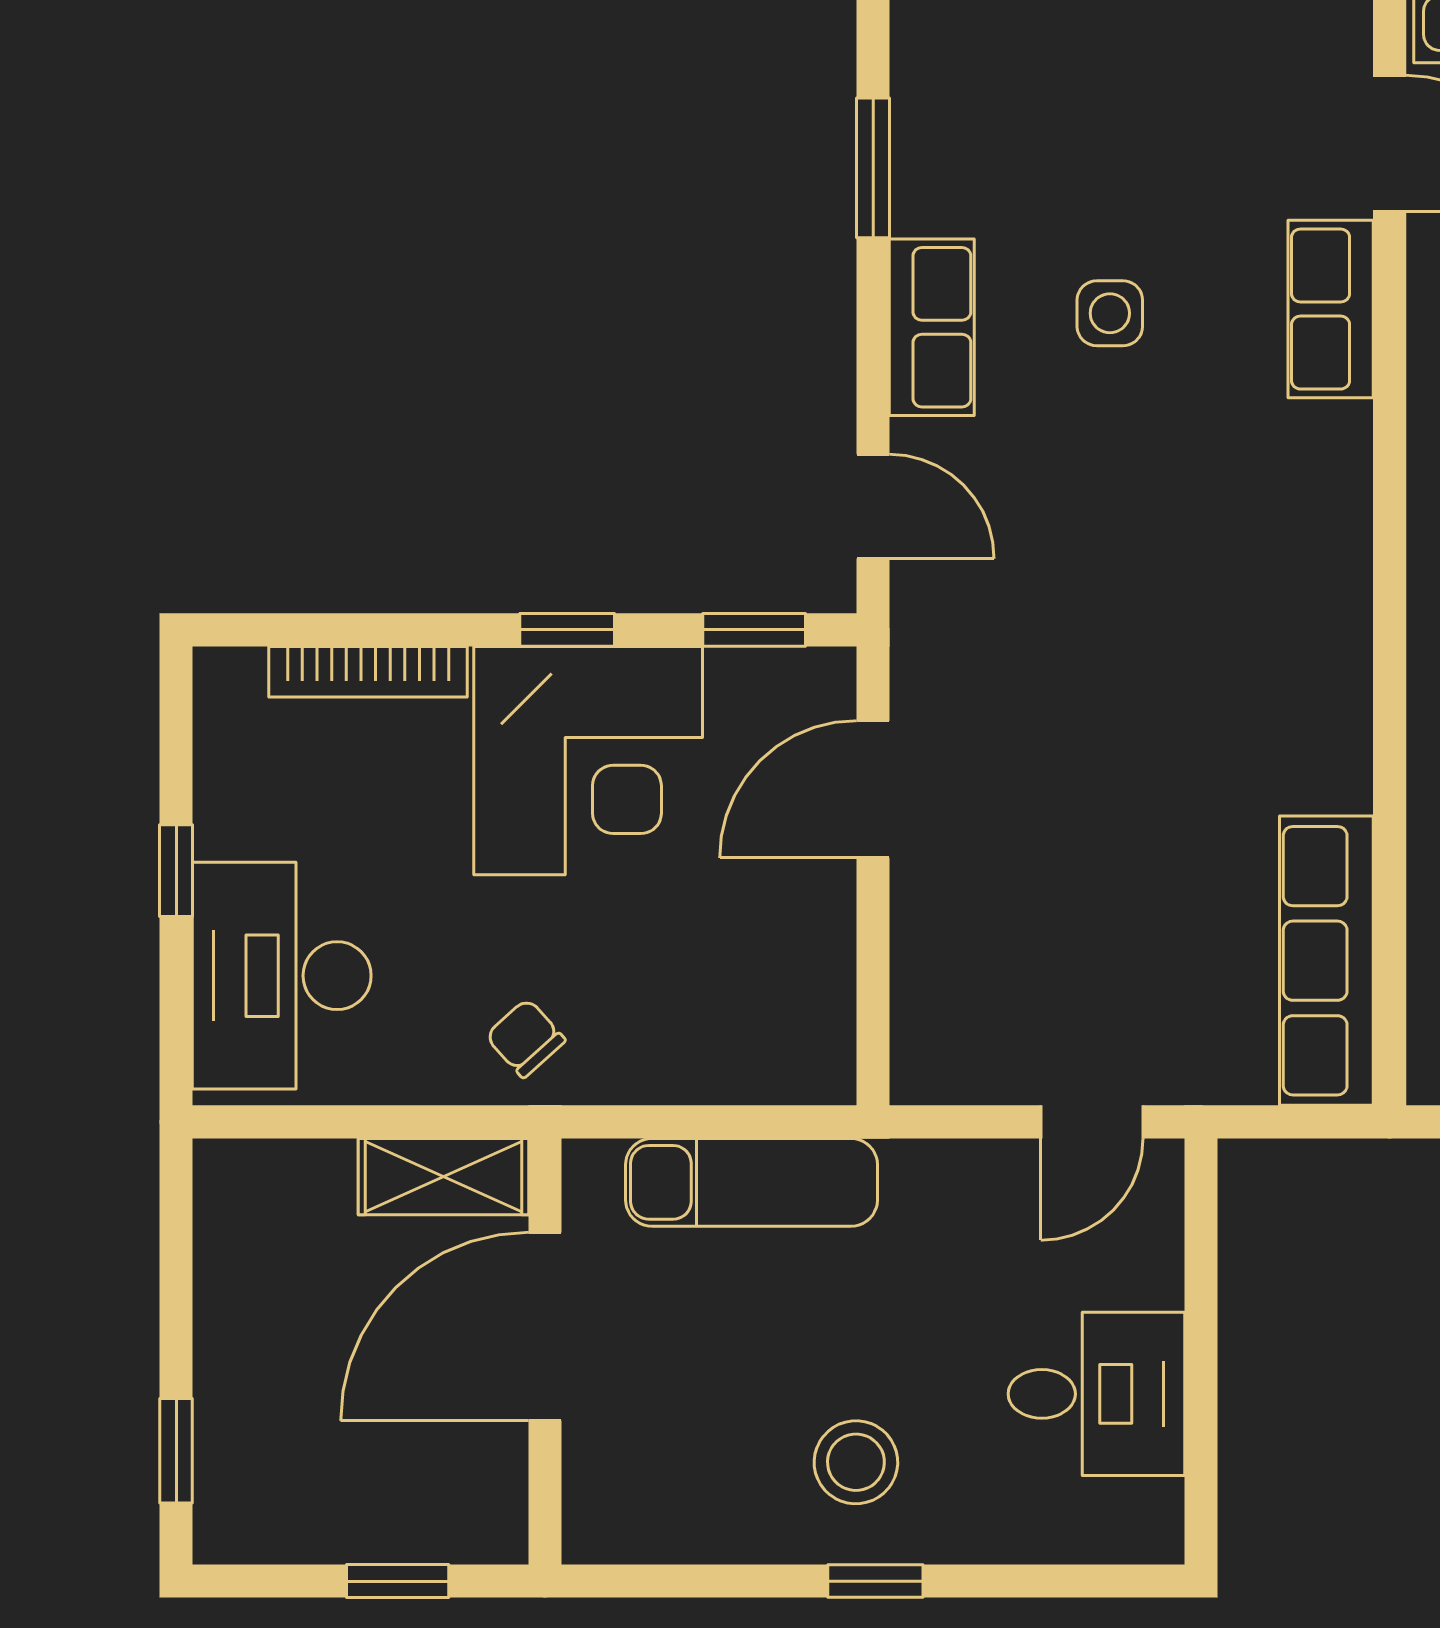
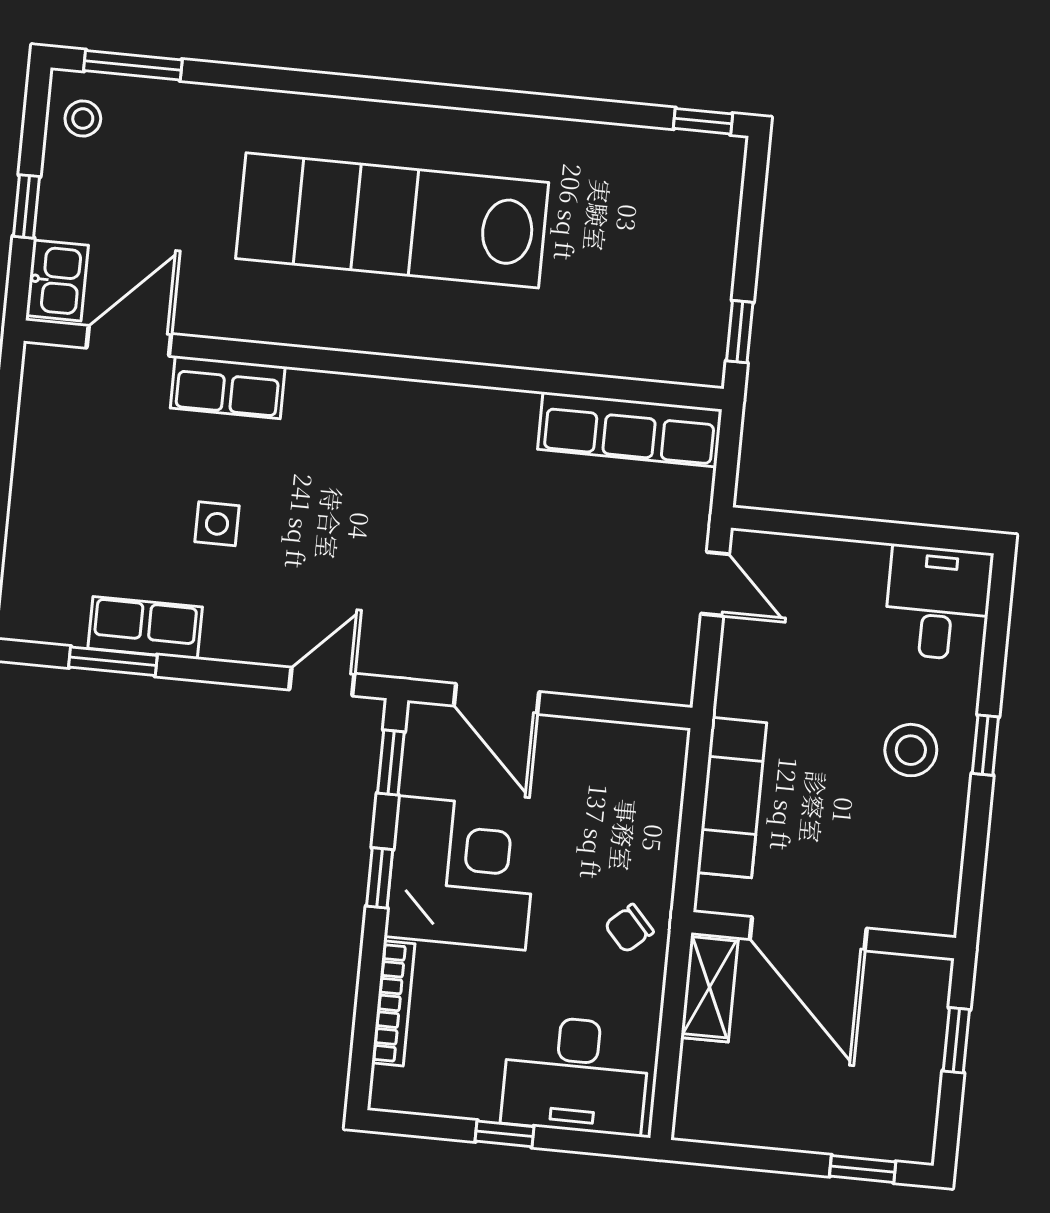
row of seats: (932, 327) -> (145, 628), moved
desk: (1096, 1394) -> (938, 603), moved

